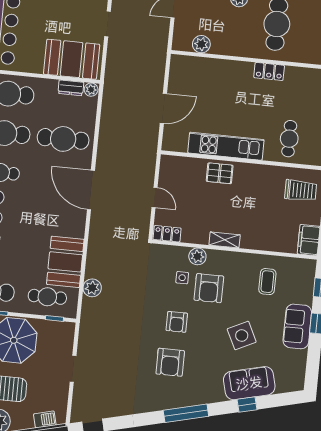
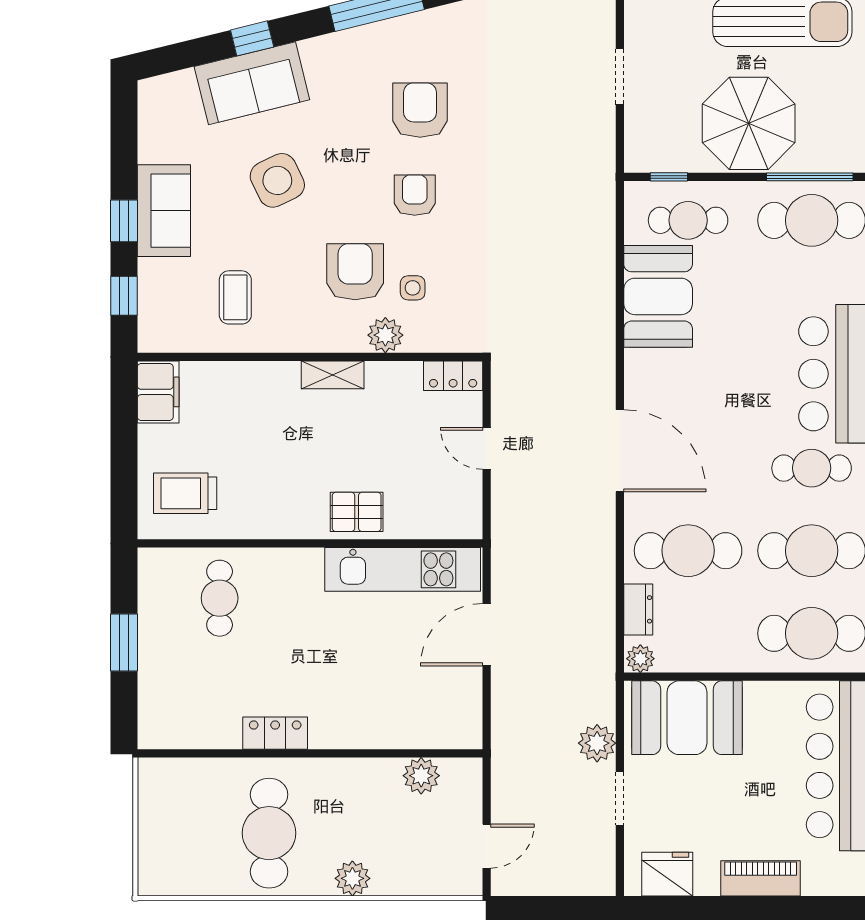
dresser: (71, 88) -> (638, 609), moved, turned 90
kitchen unit: (226, 146) -> (403, 569), moved
plant: (92, 288) -> (597, 743), moved

